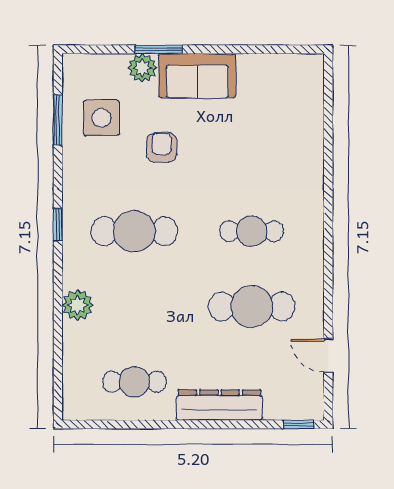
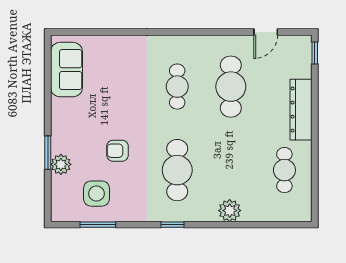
sofa: (197, 76) -> (66, 70), moved

